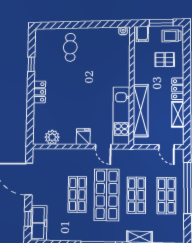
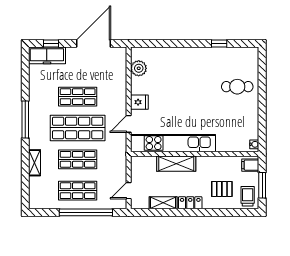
pallet: (165, 60) -> (222, 189), turned 90
locker: (40, 92) -> (188, 53), removed
shelving: (141, 110) -> (176, 164), width x0.68
kitchen unit: (121, 116) -> (173, 143), width x1.36

